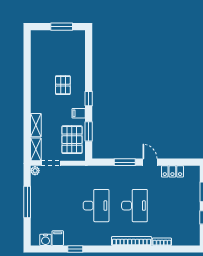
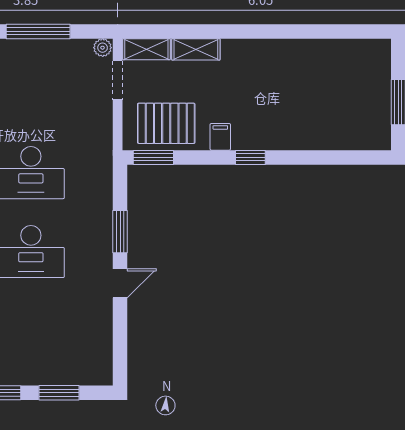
pallet: (63, 85) -> (278, 105), removed
window: (89, 131) -> (153, 157), moved
locker: (172, 171) -> (101, 329), removed

